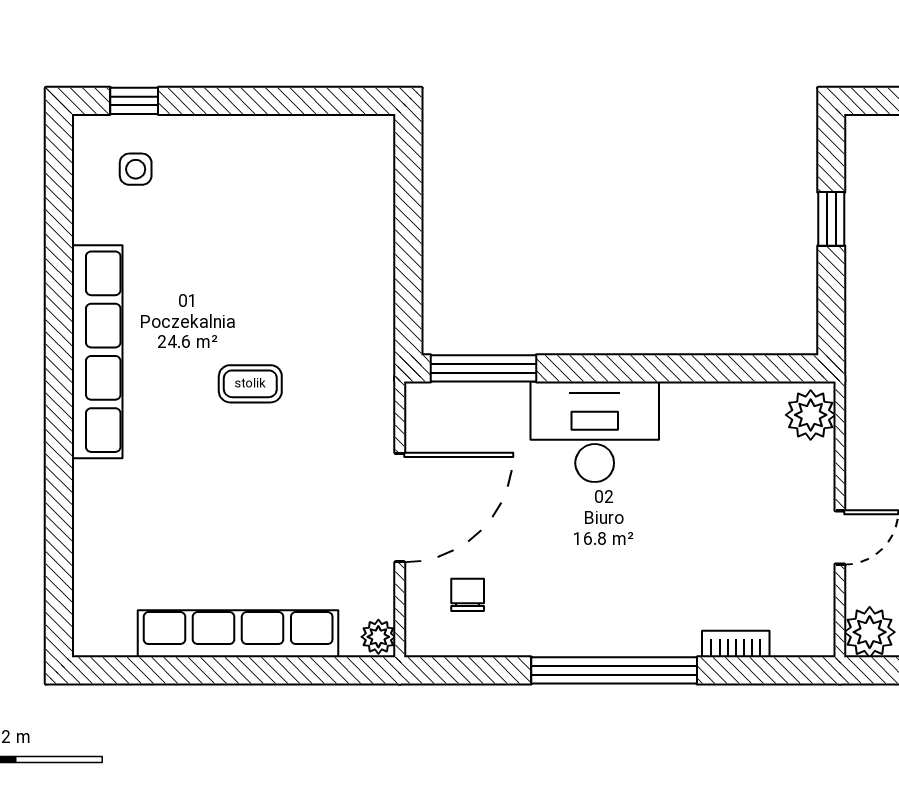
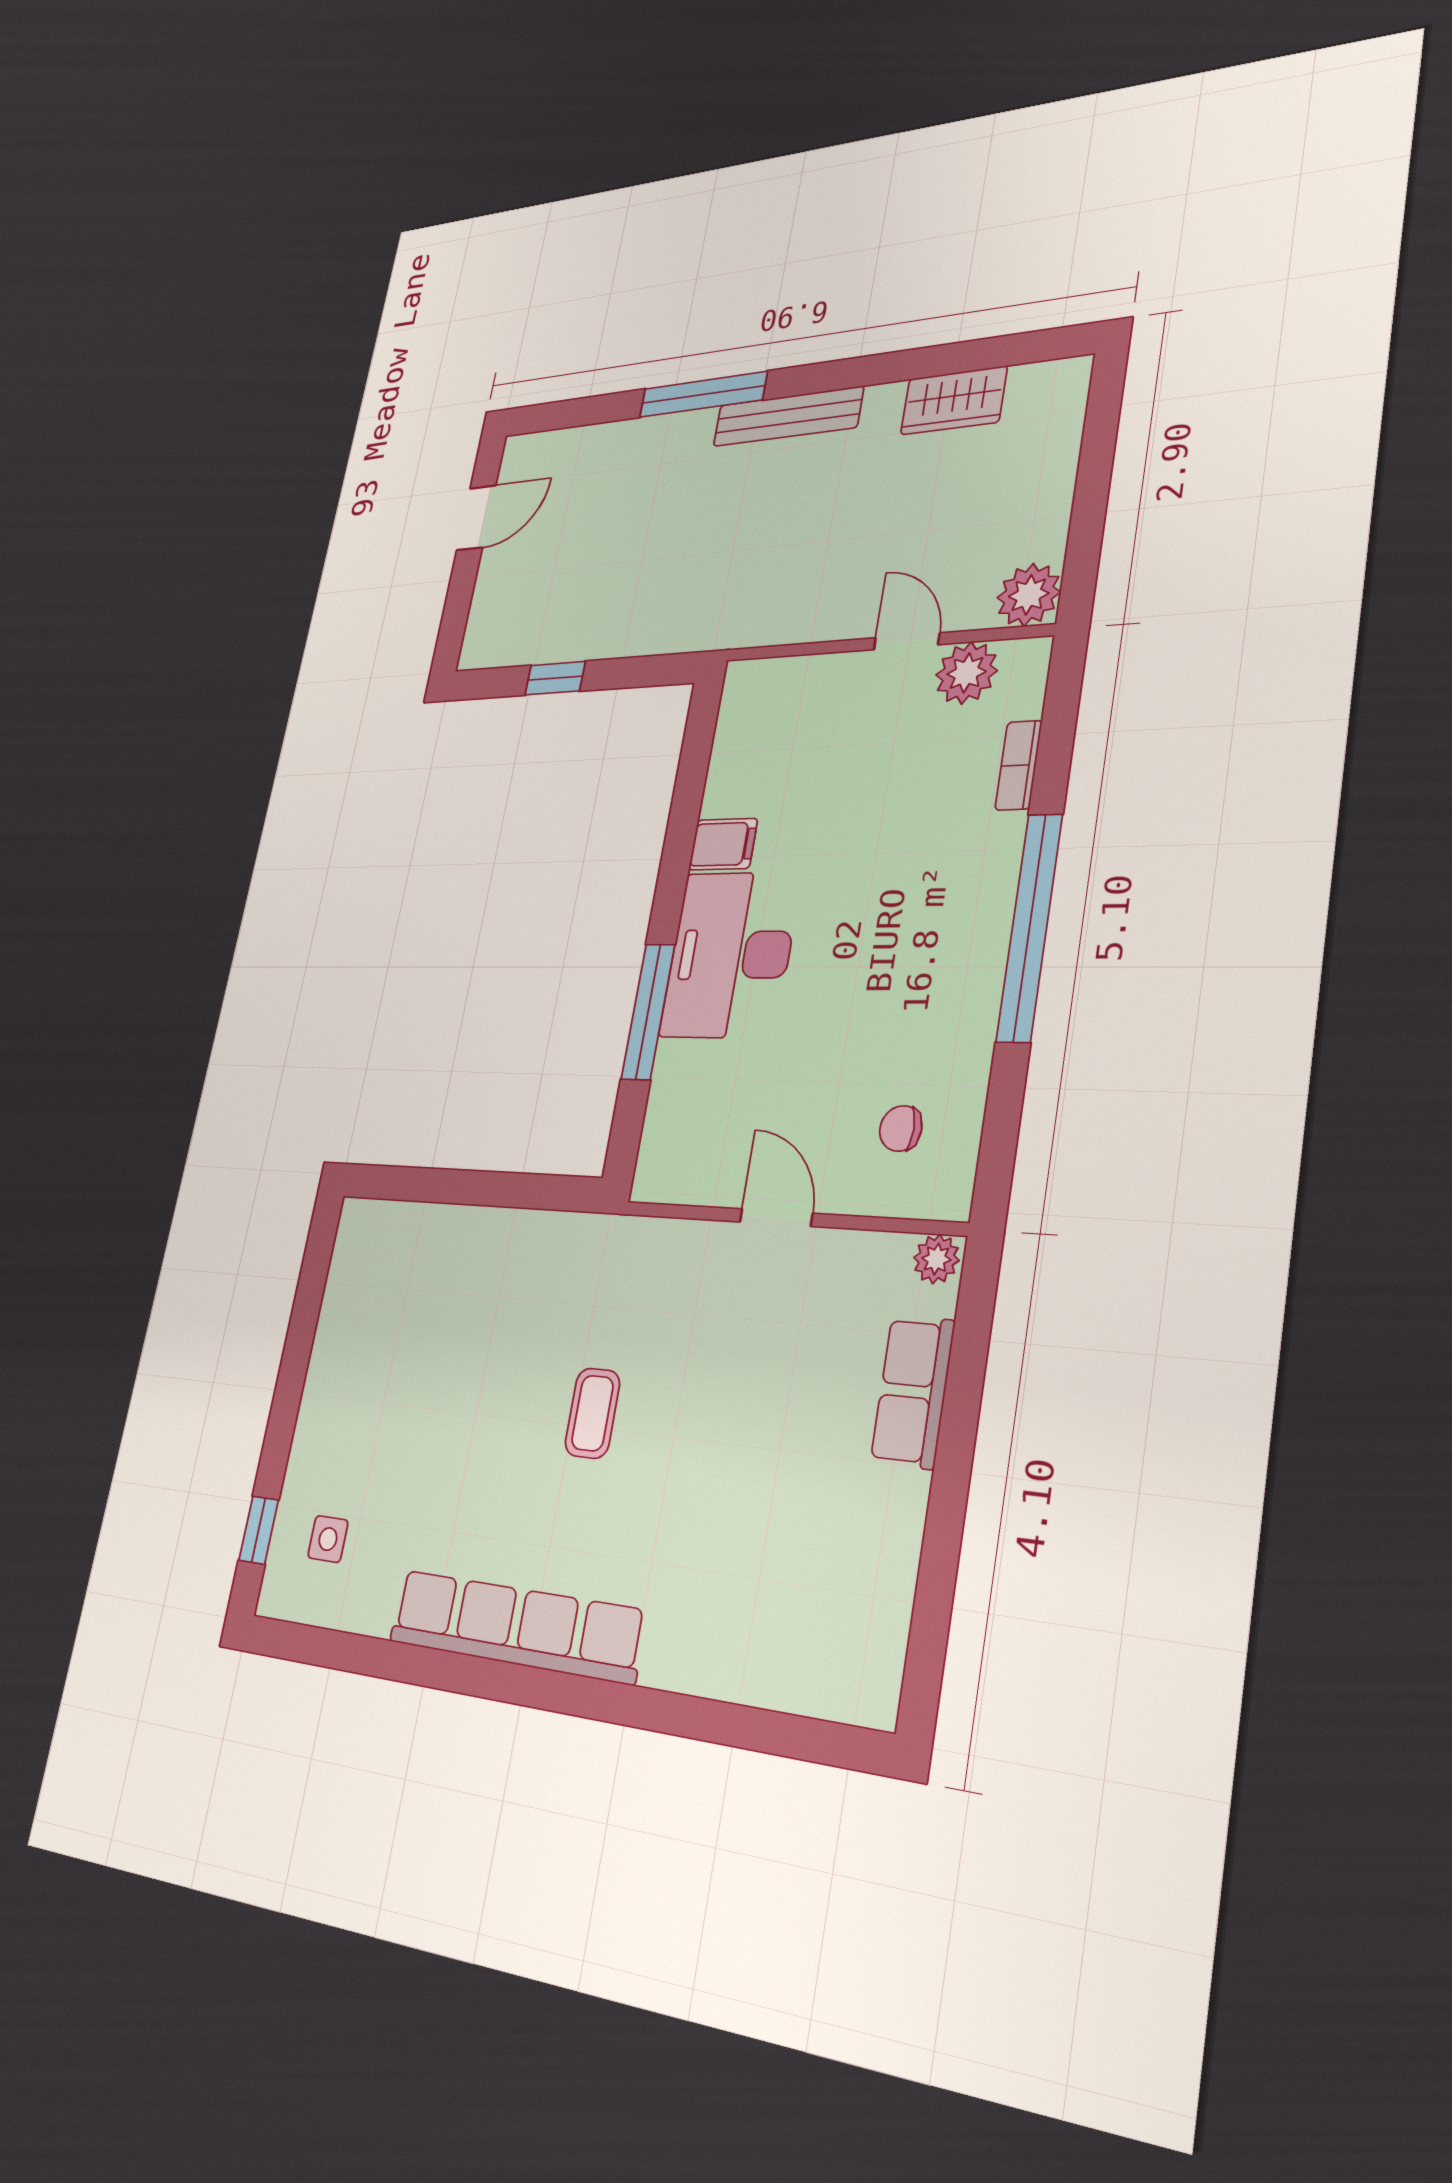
window: (483, 368) -> (648, 1012), moved
filing cabinet: (683, 408) -> (723, 844), added
plant: (811, 415) -> (966, 673), moved
door: (400, 508) -> (776, 1218), width x0.53
row of seats: (238, 634) -> (913, 1391), width x0.50

